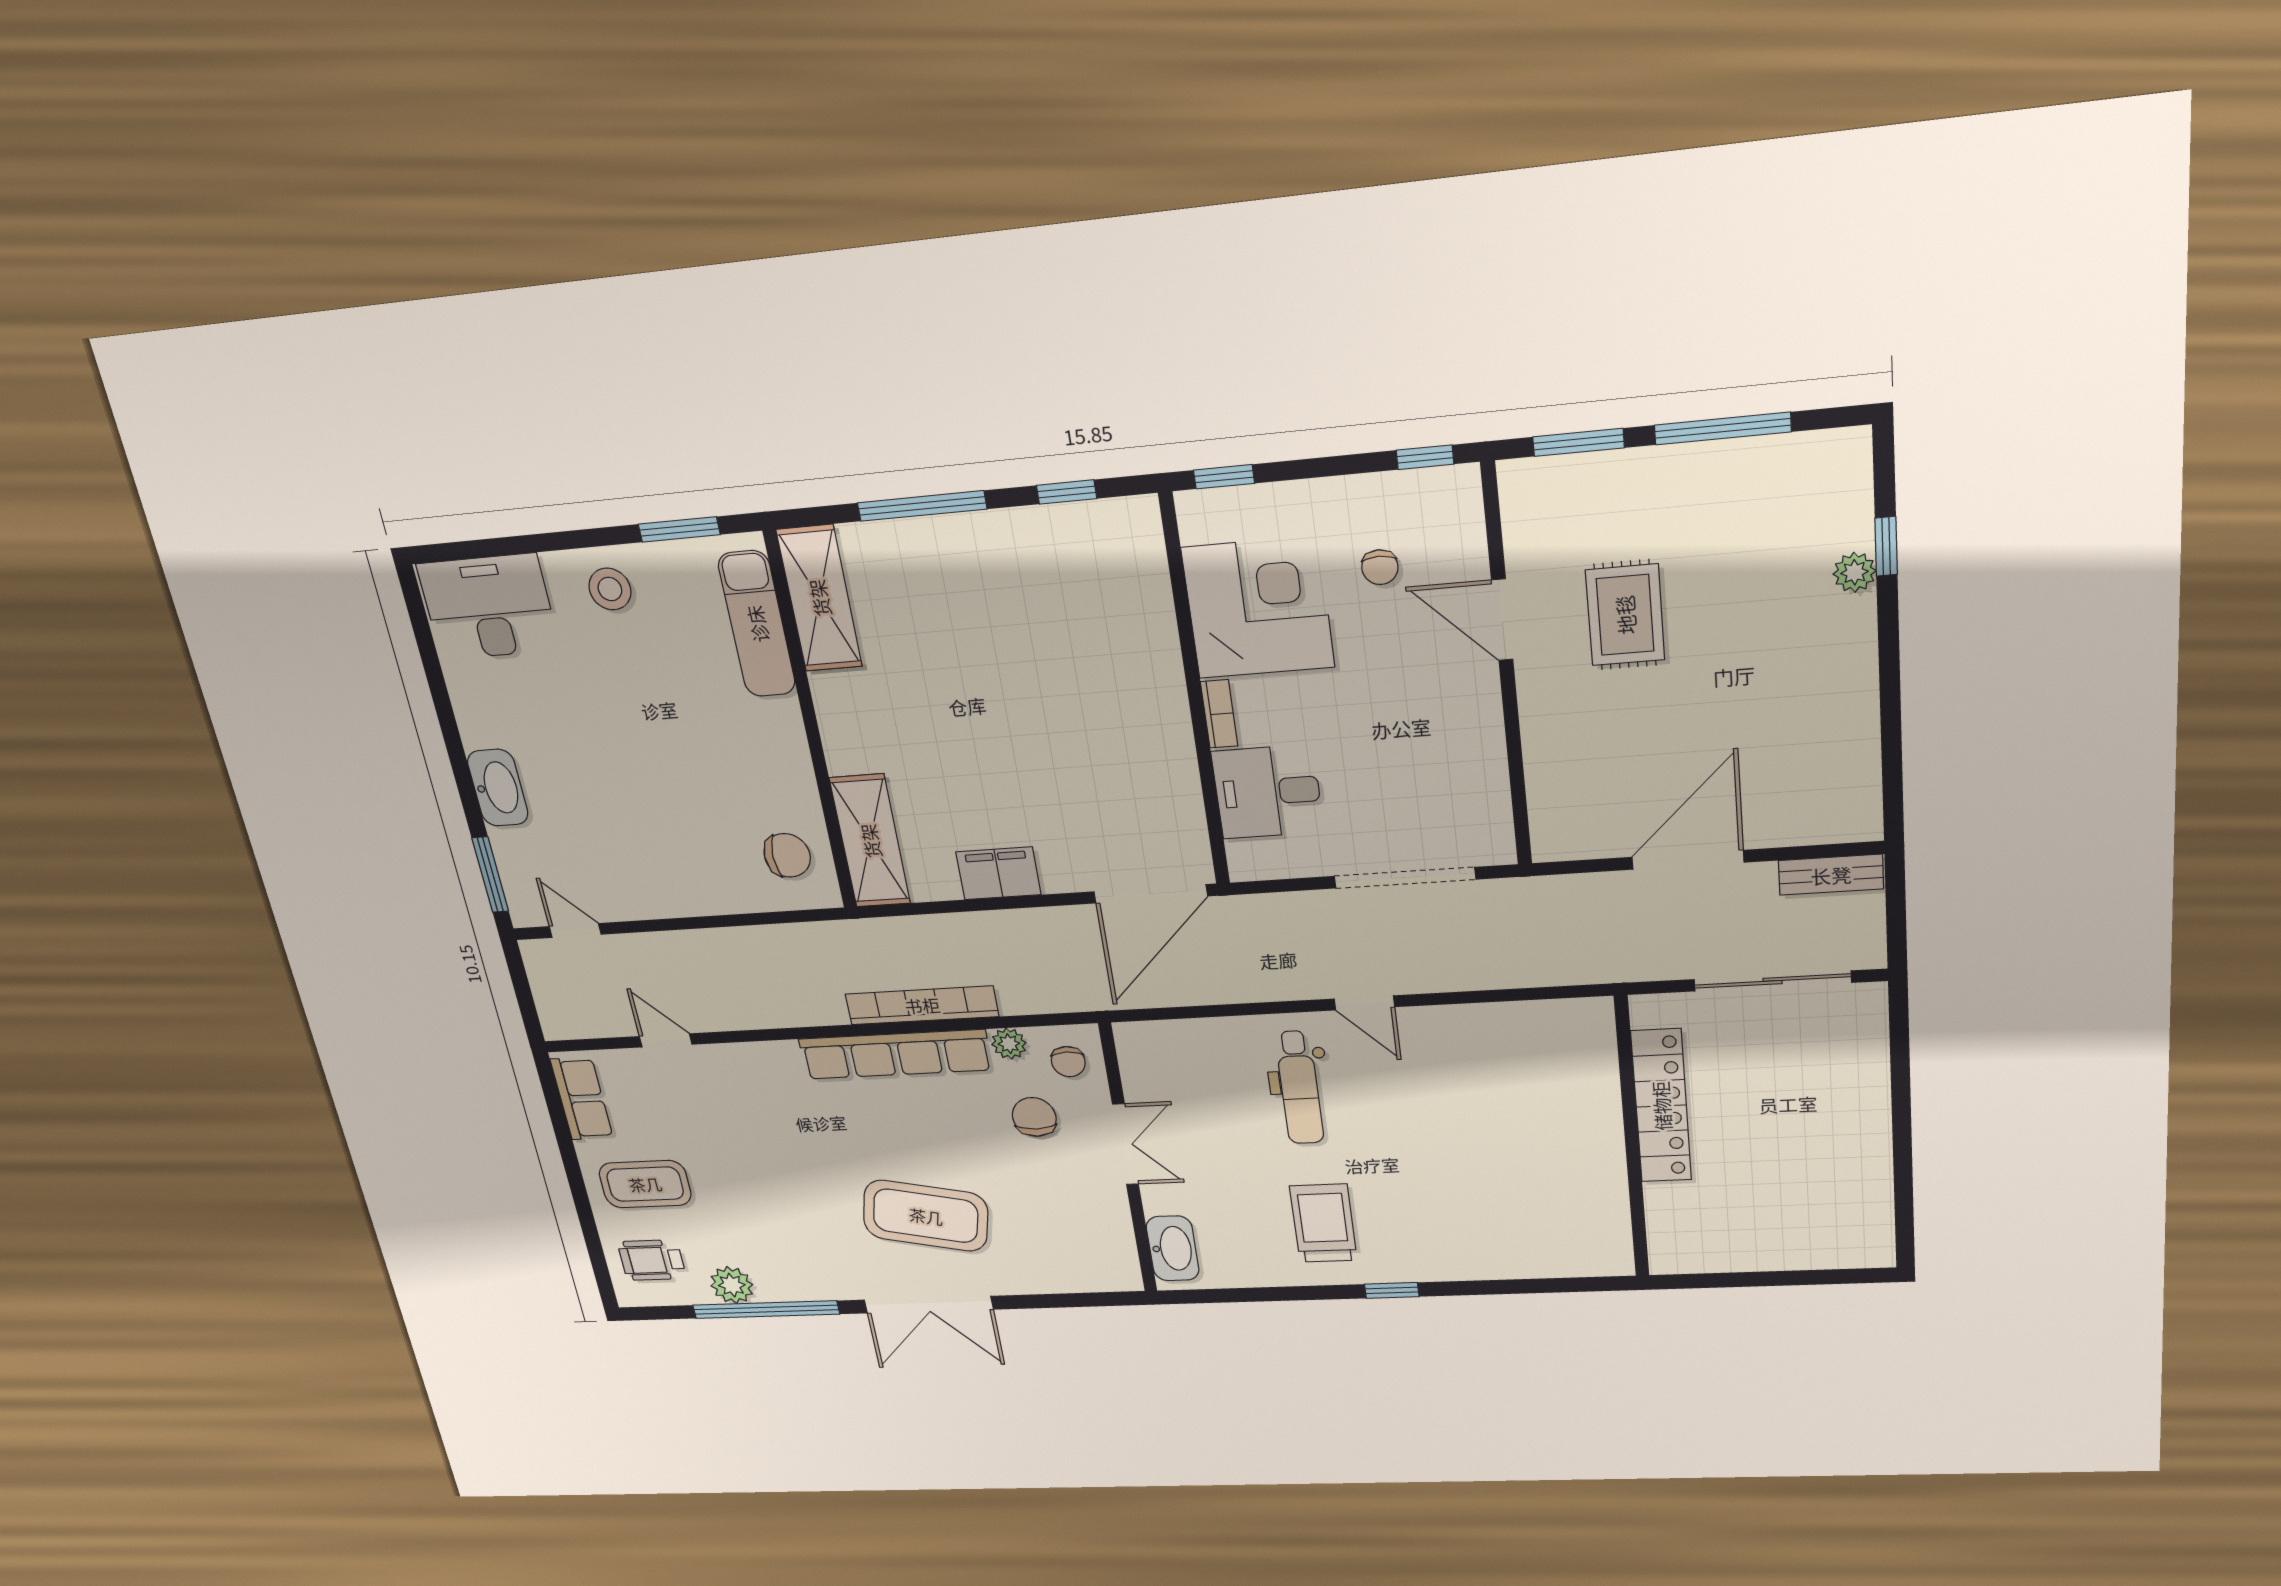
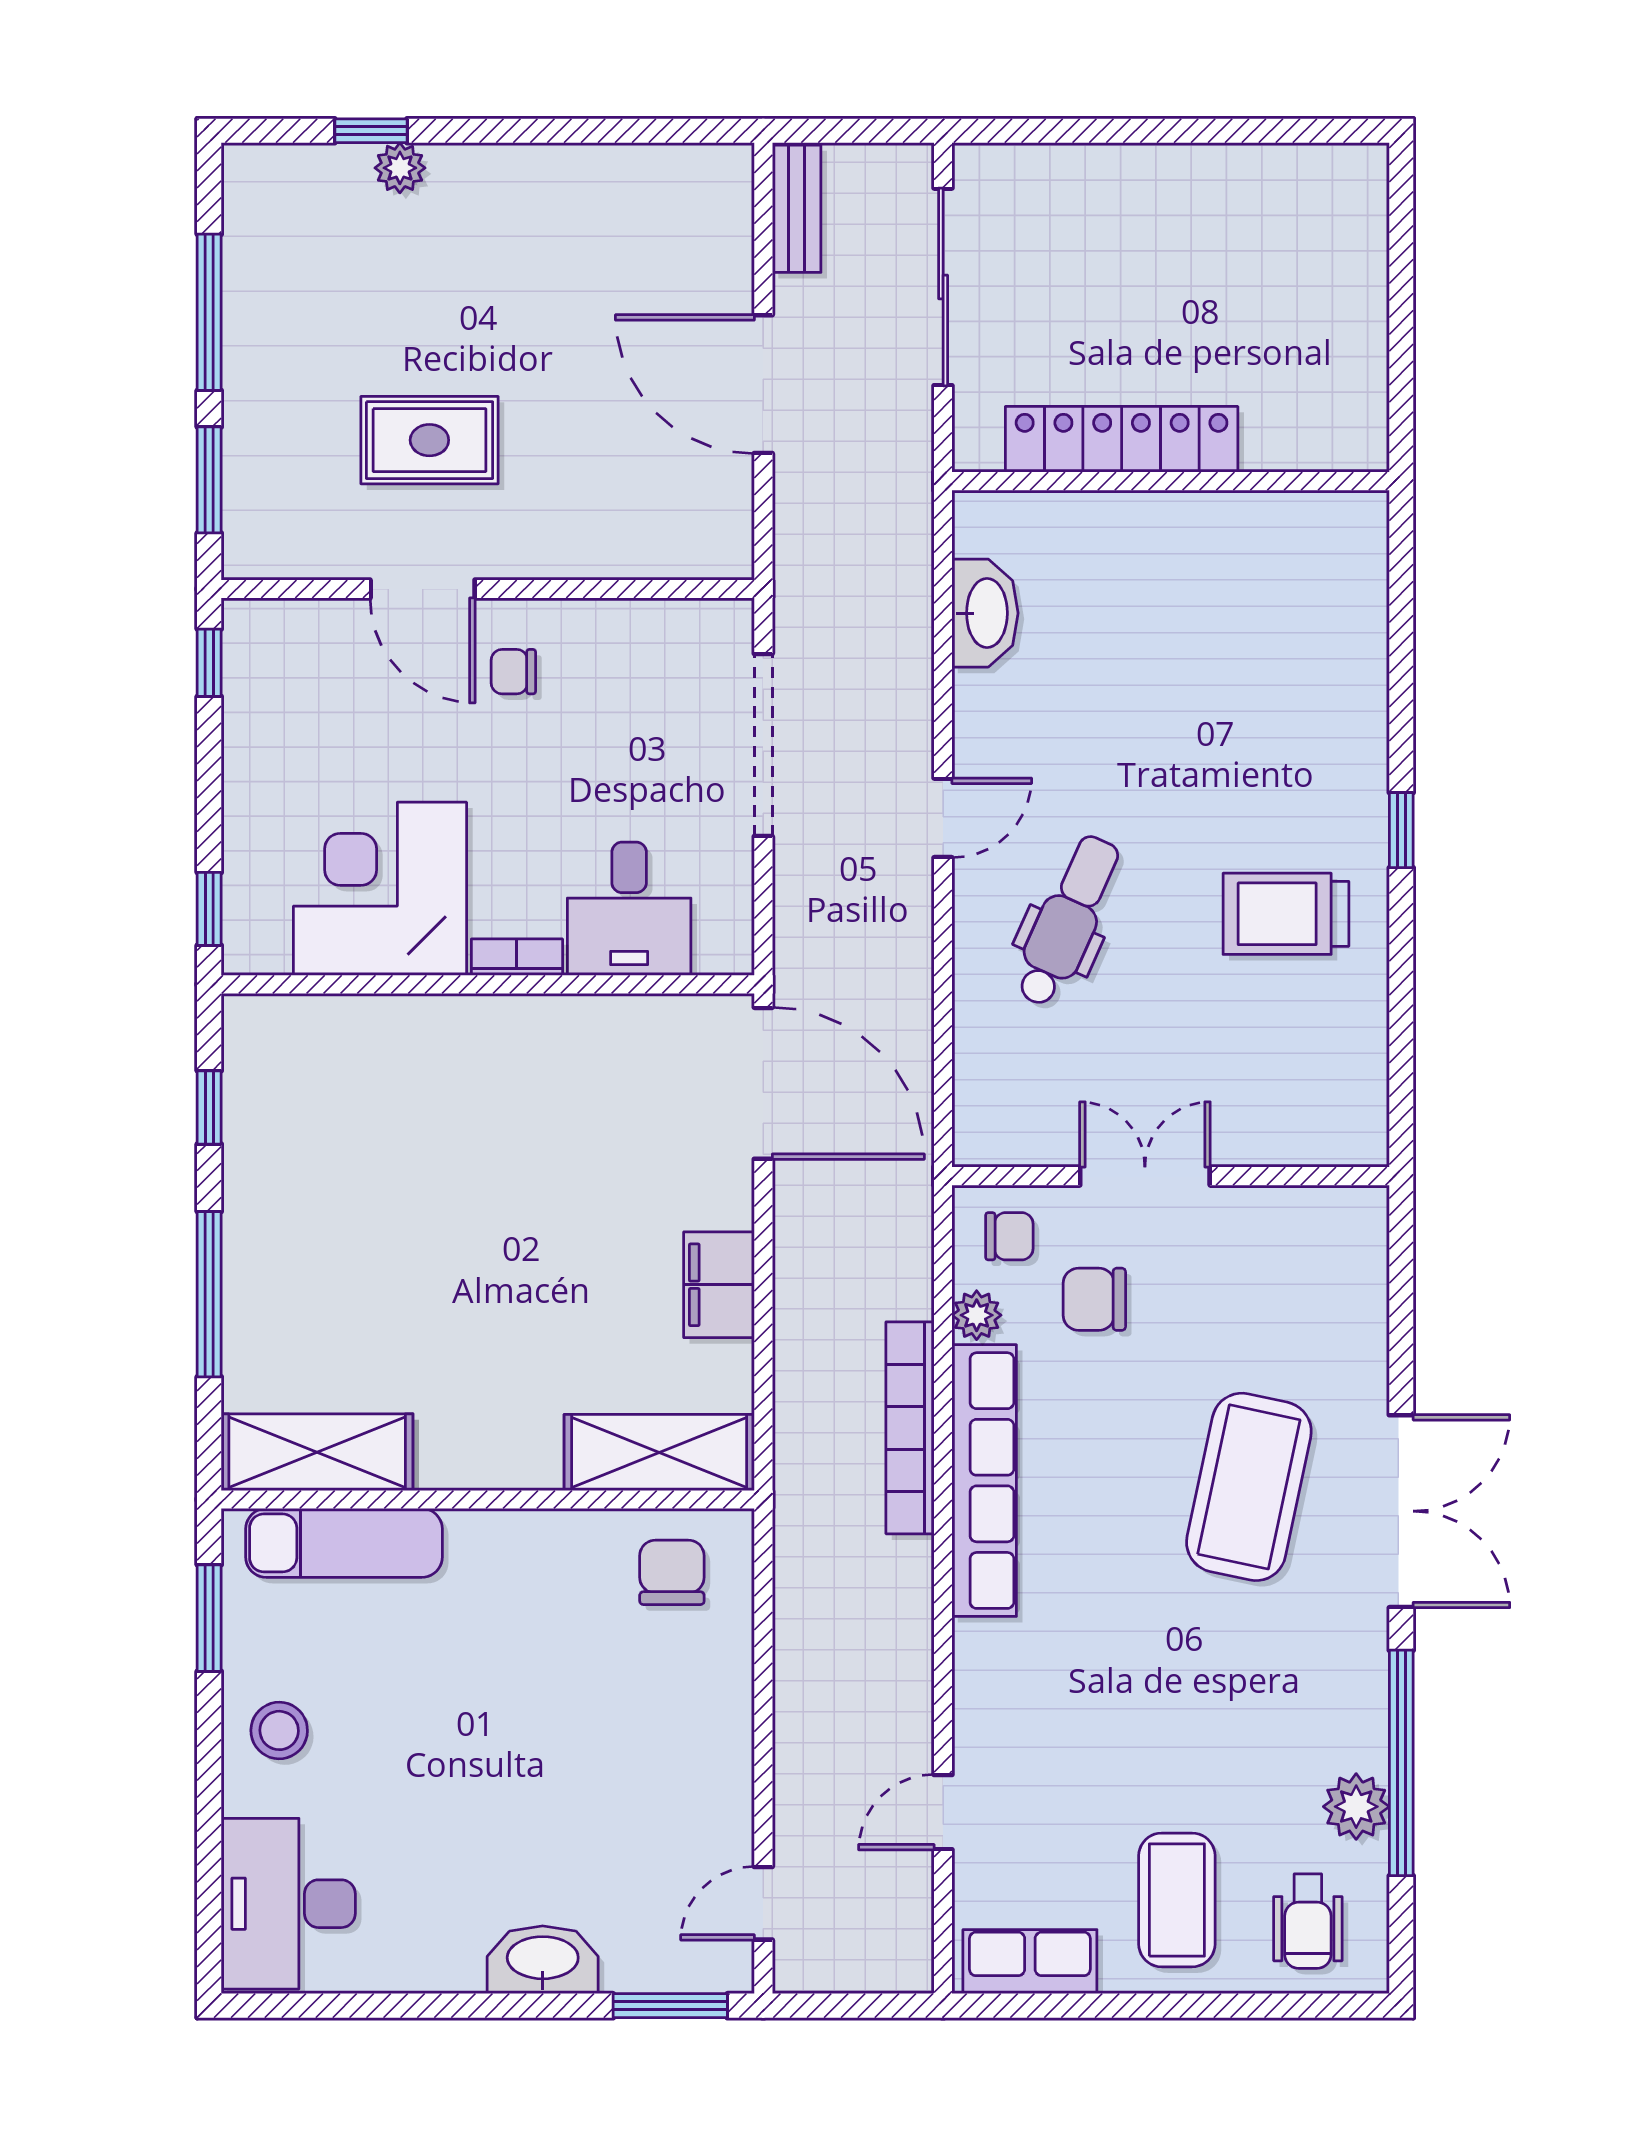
chair: (1380, 567) -> (513, 672), moved, turned 180
door: (1502, 620) -> (423, 589), hinge flipped
dental chair: (1299, 1088) -> (1067, 921), turned -66
washbasin: (1173, 1248) -> (985, 613), moved, turned 90

